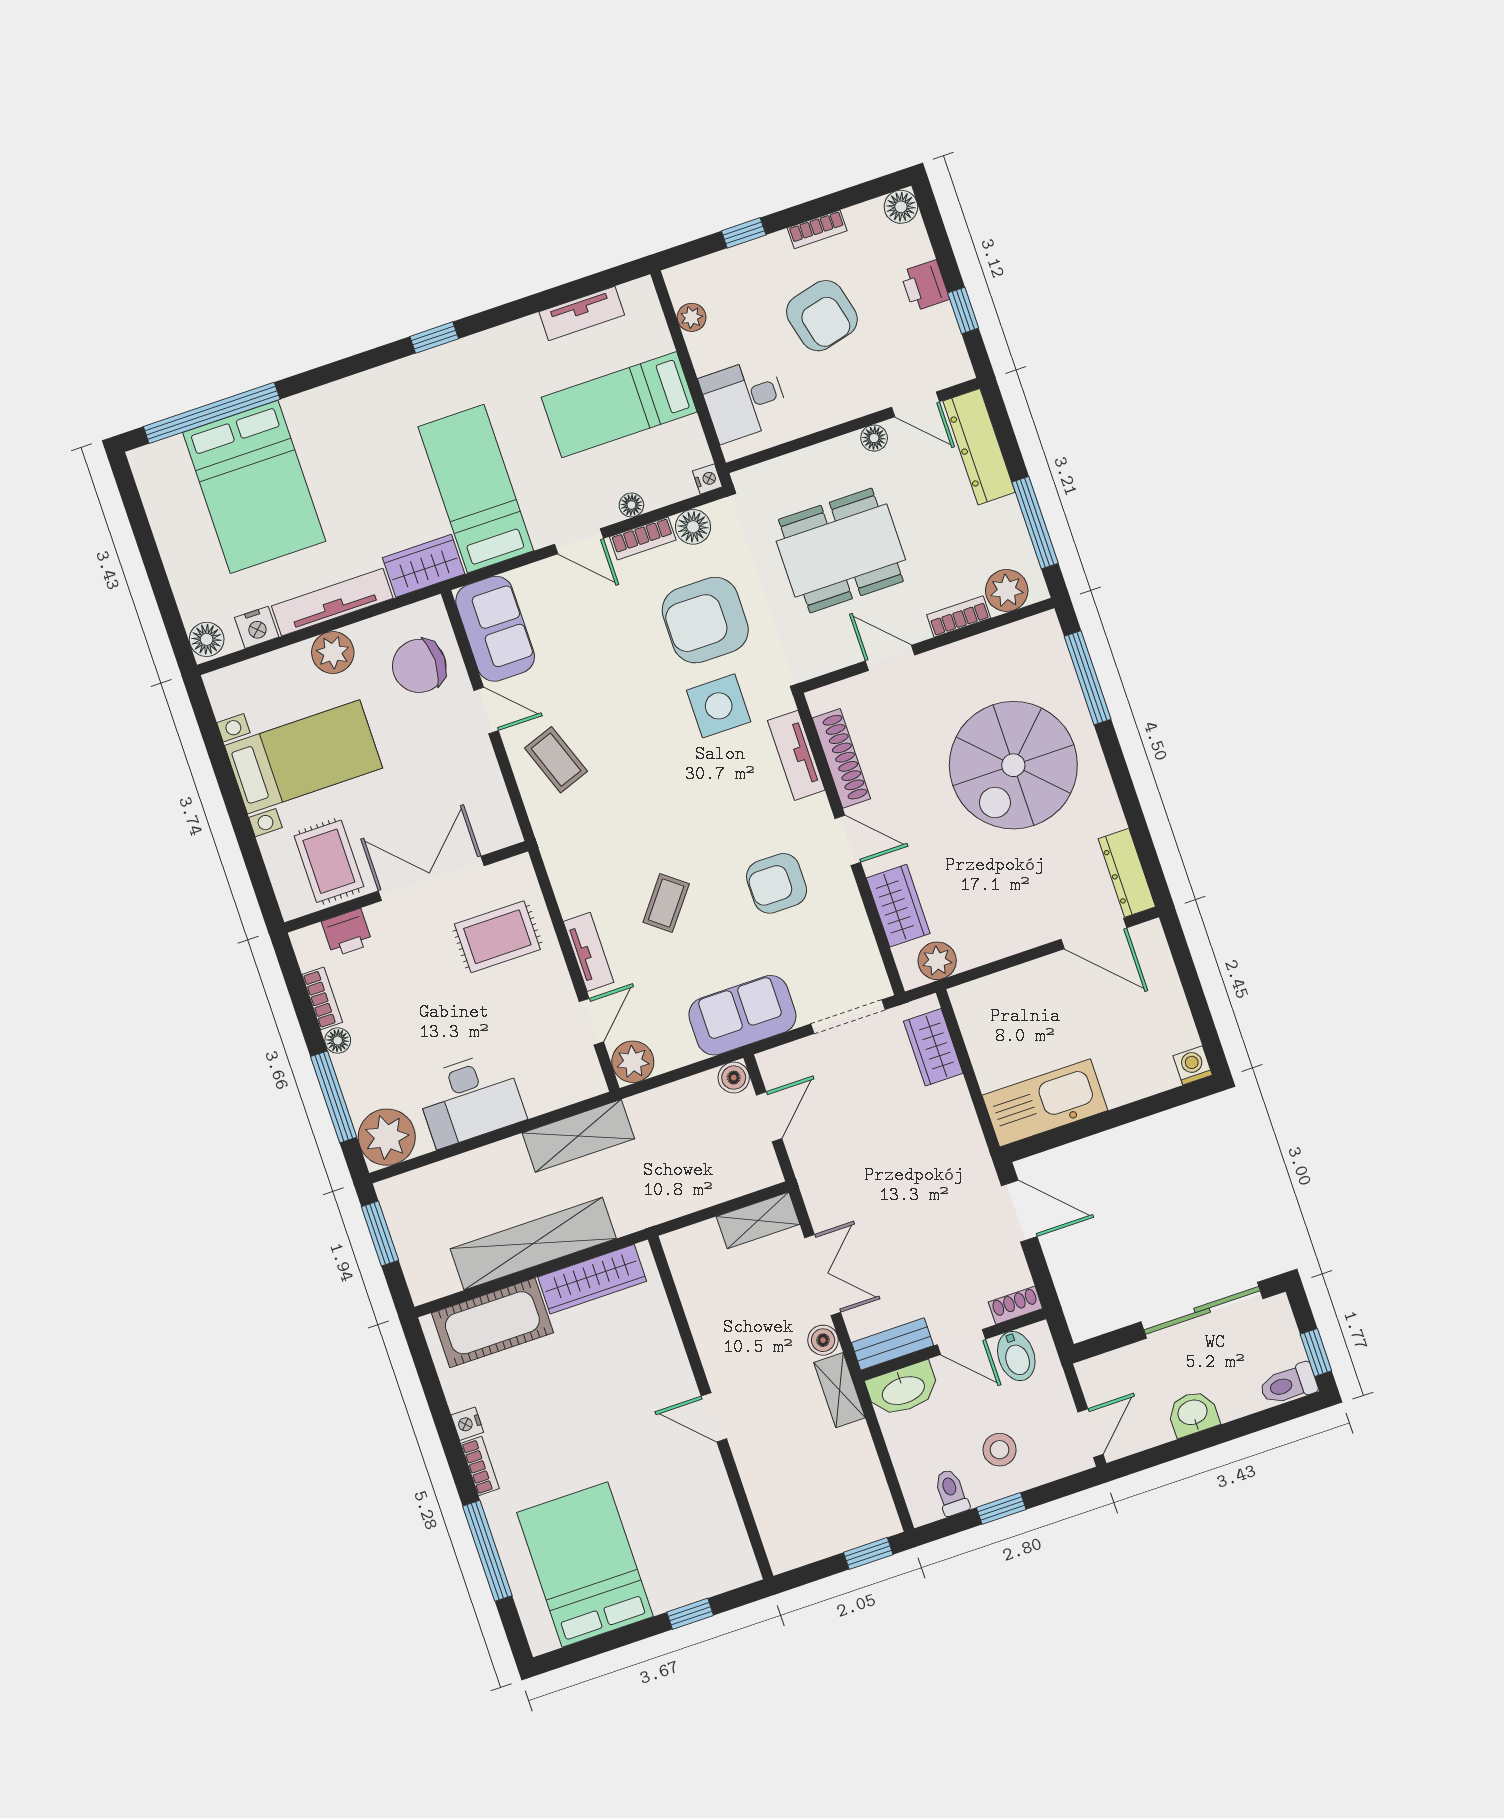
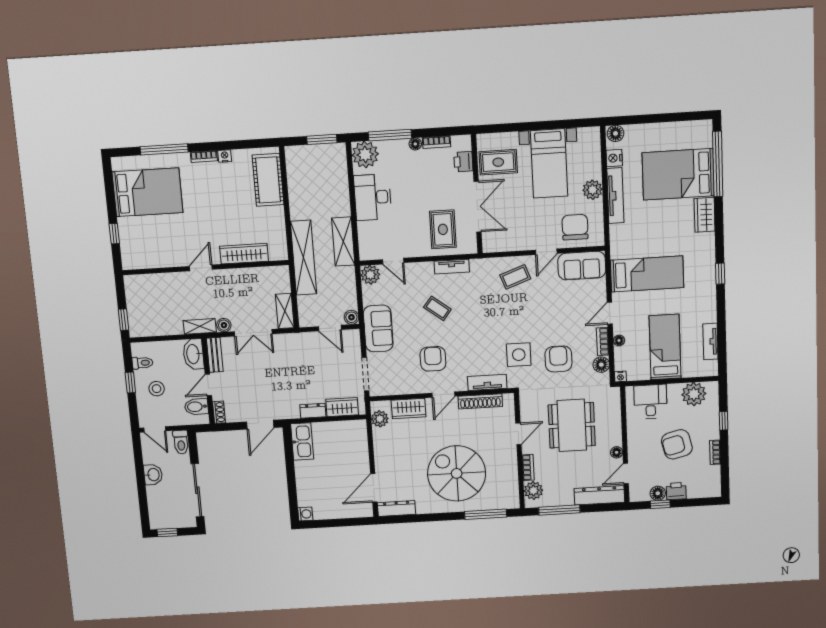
floor lamp: (901, 207) -> (658, 493), moved
plant: (692, 317) -> (694, 394), width x1.87, depth x1.87
wardrobe: (424, 566) -> (705, 215), moved, turned 180
armchair: (705, 620) -> (558, 359), width x0.73, depth x0.73
tv unit: (589, 952) -> (452, 267), moved
kitchen sink: (1045, 1103) -> (302, 442), width x0.73, depth x0.81
dresser: (958, 1107) -> (313, 411), added
shelving: (533, 1244) -> (304, 258), moved
wardrobe: (592, 1279) -> (244, 254), moved, turned 90
toilet: (1288, 1384) -> (181, 442), moved, turned 180

